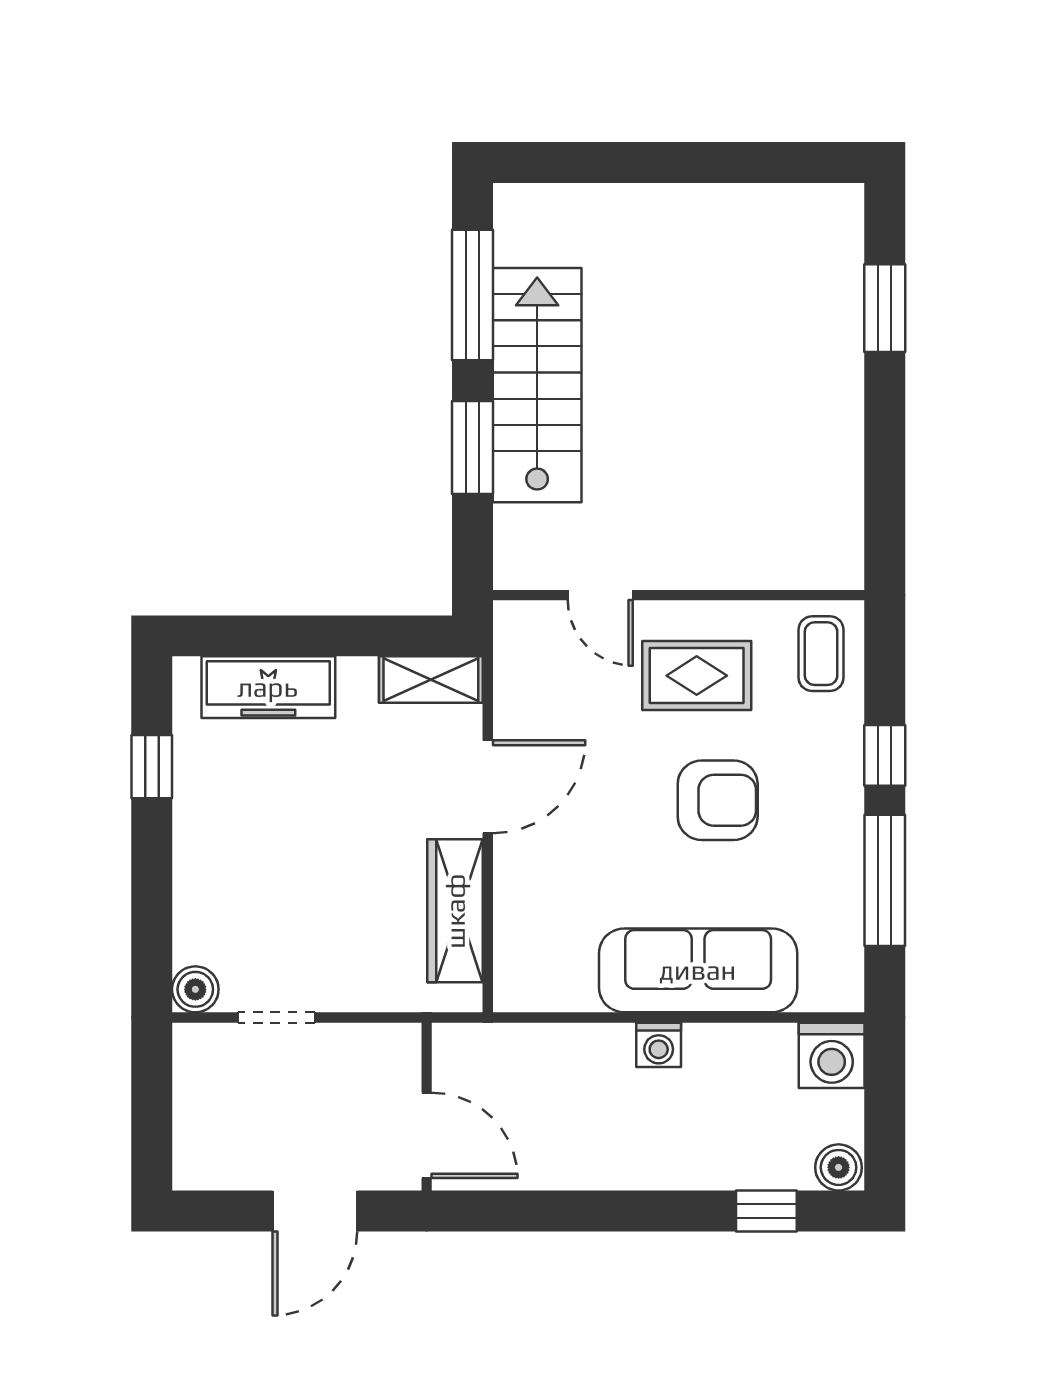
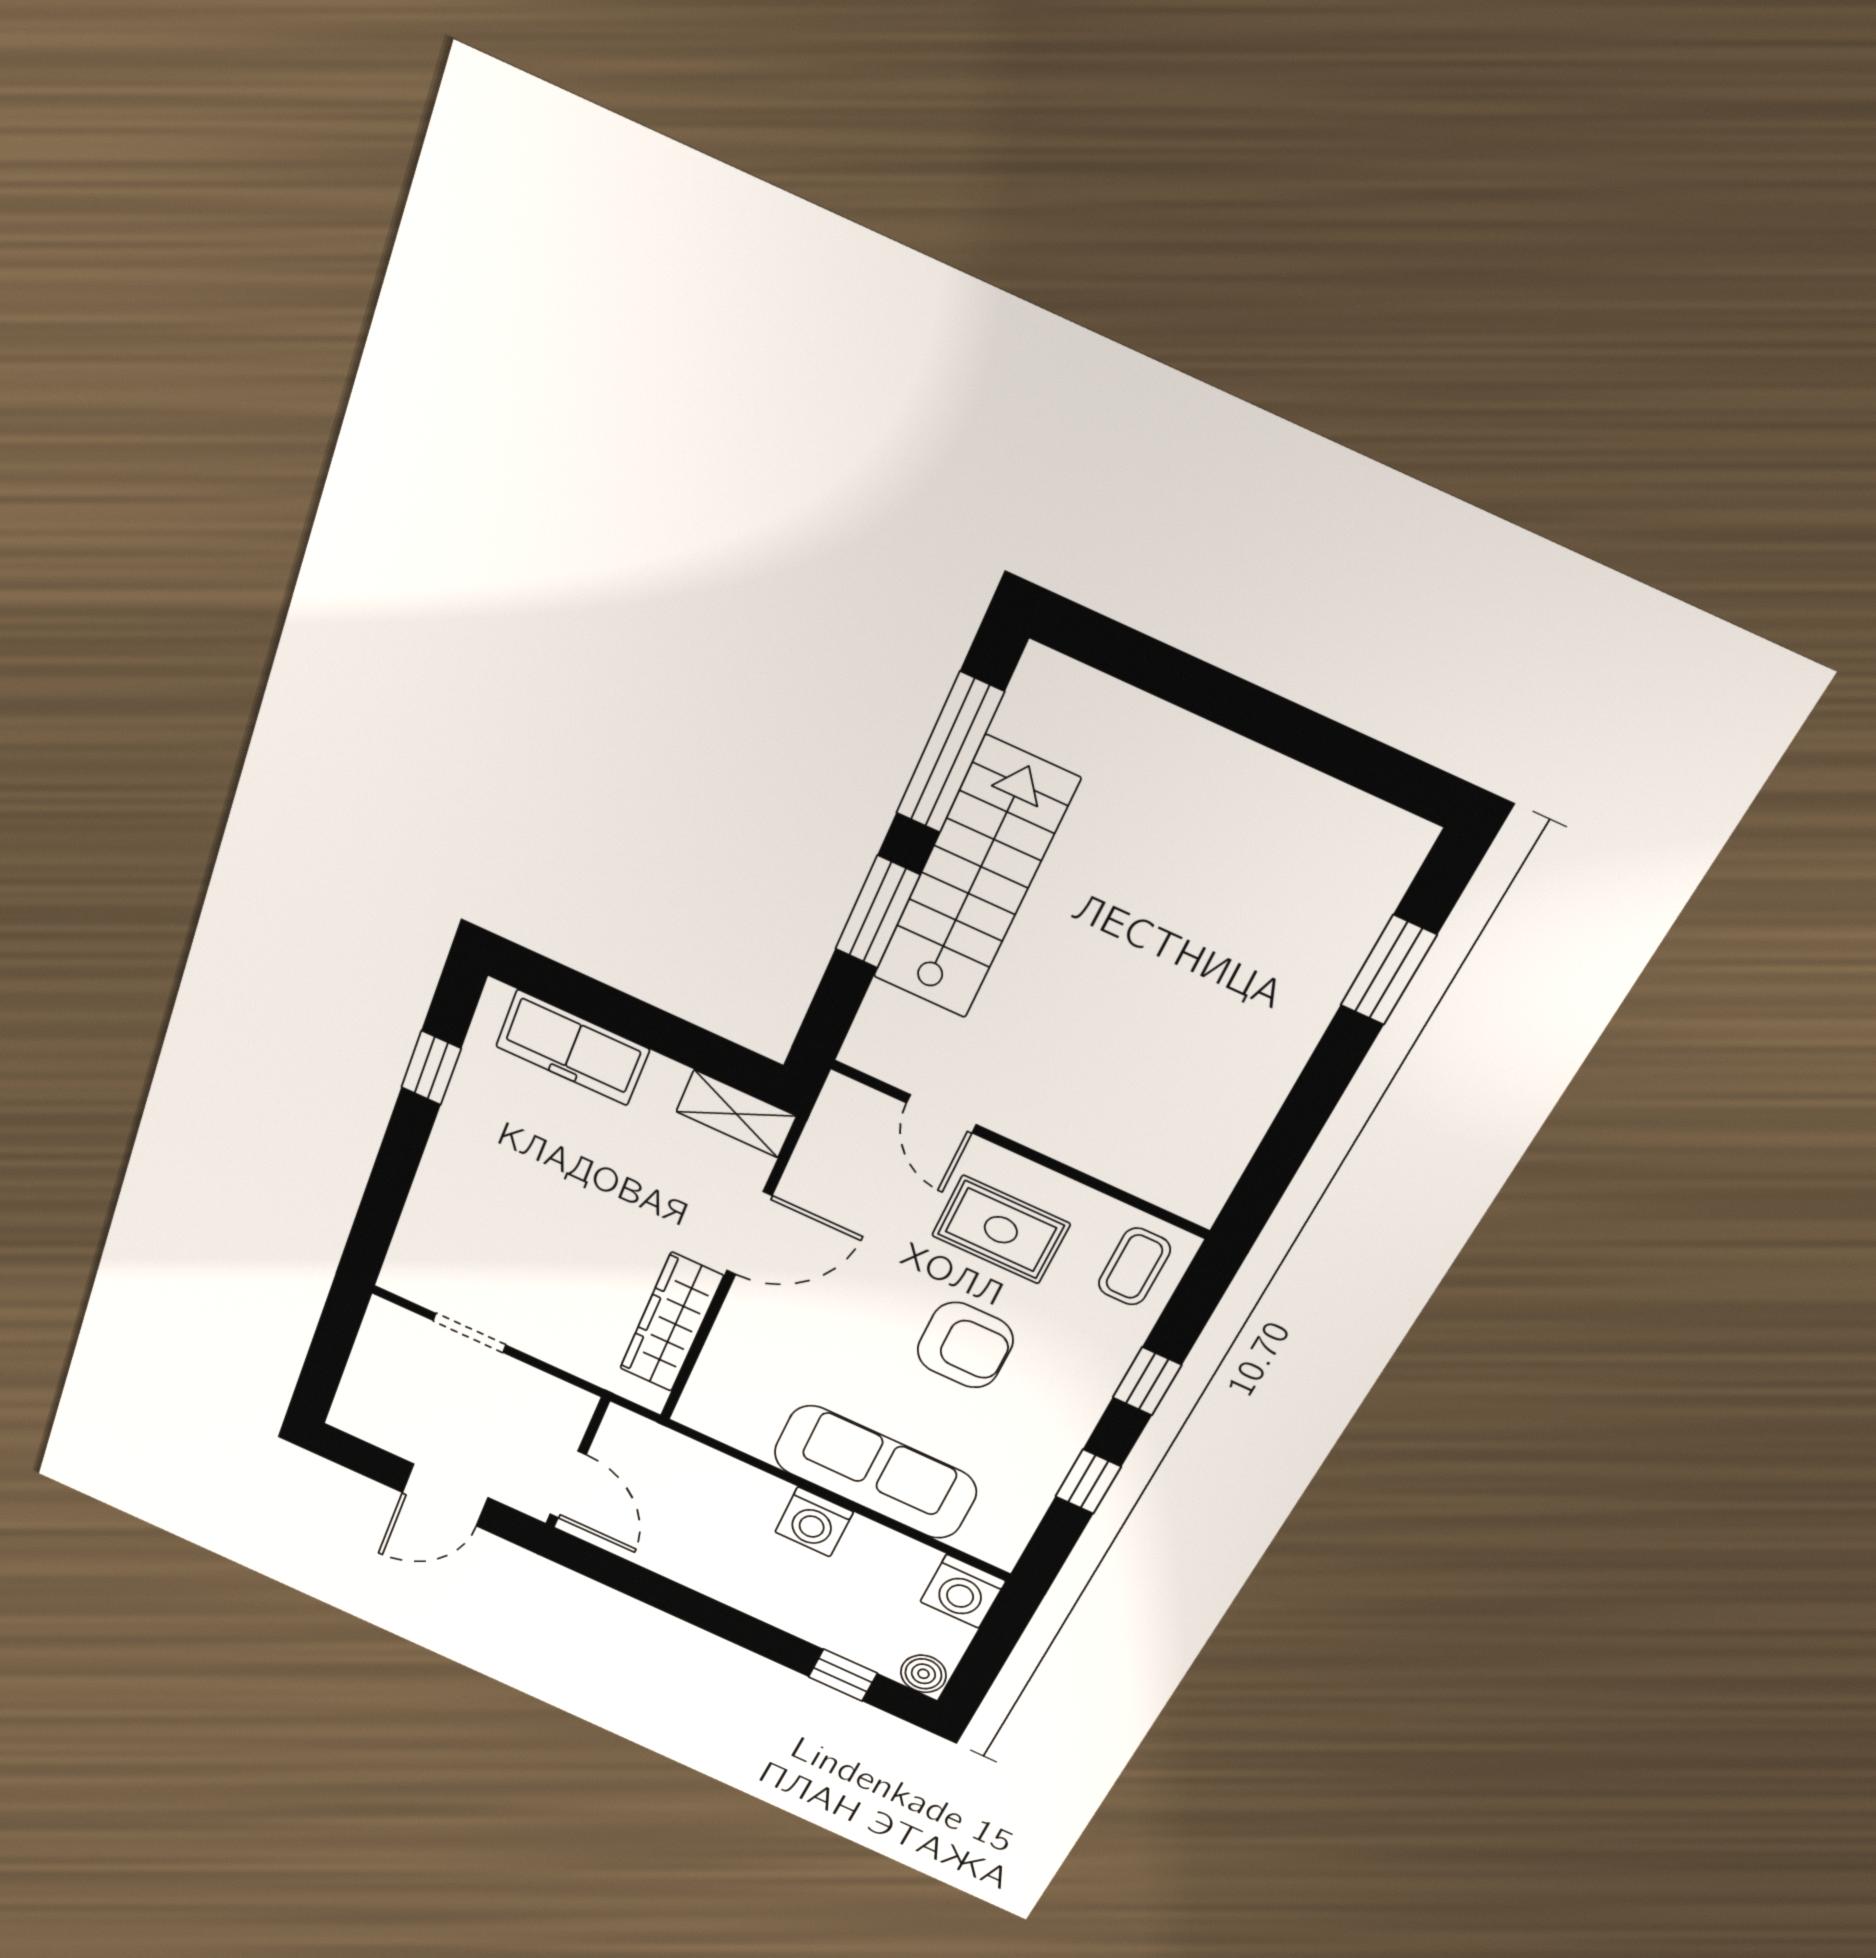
window: (885, 880) -> (1088, 1482), width x0.46
boiler: (195, 989) -> (403, 1276), removed
washing machine: (659, 1045) -> (814, 1522), width x1.38, depth x1.38

